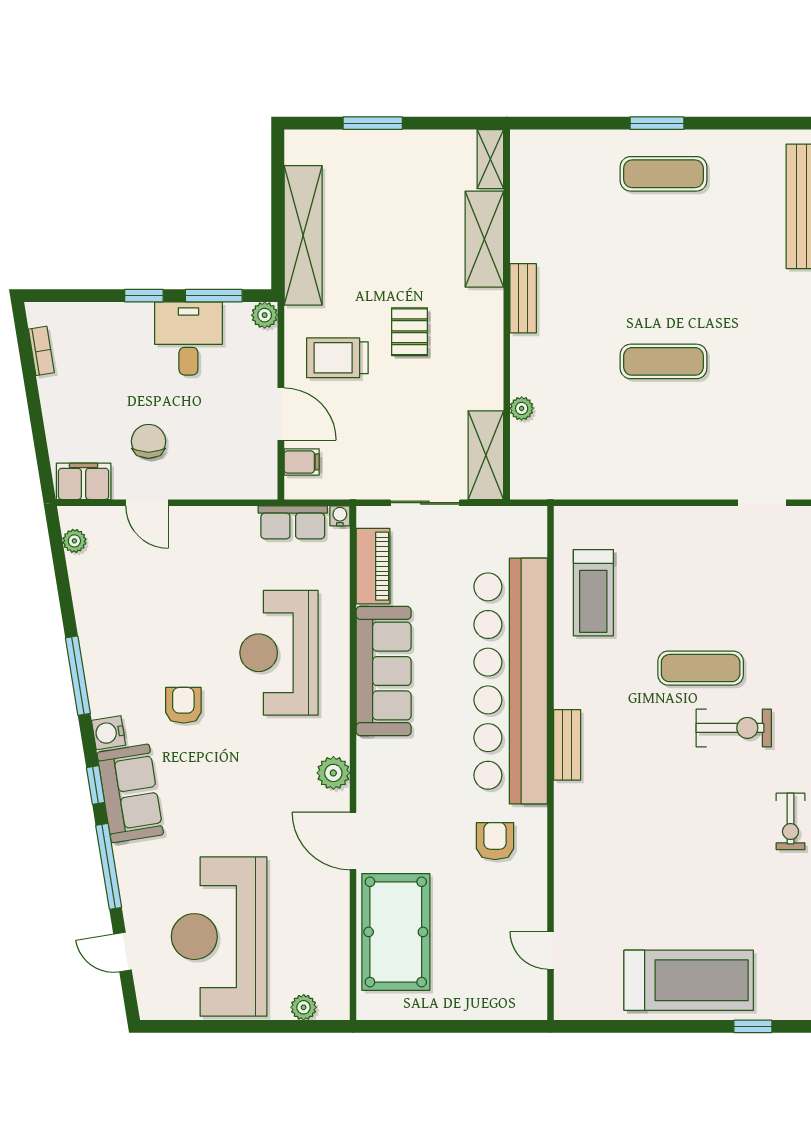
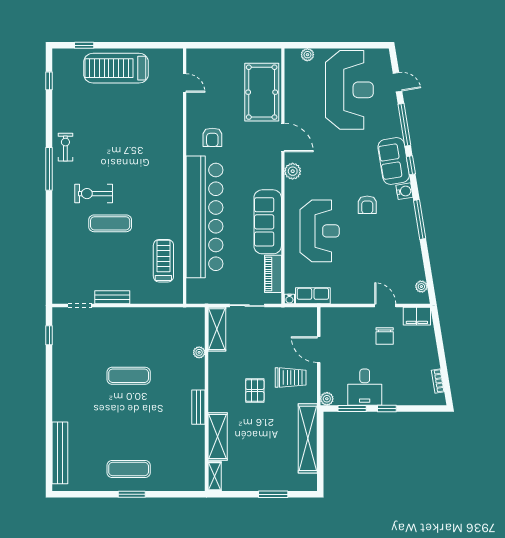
filing cabinet: (302, 462) -> (308, 326), removed
bench: (567, 745) -> (112, 297), moved, turned 90

